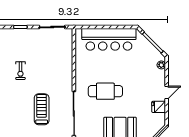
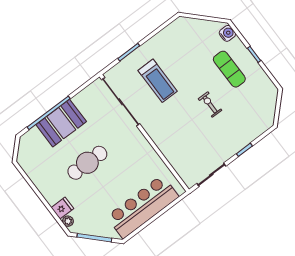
cafe table: (105, 91) -> (87, 163), moved
door: (167, 92) -> (41, 197), removed
fridge: (159, 107) -> (62, 208), moved

